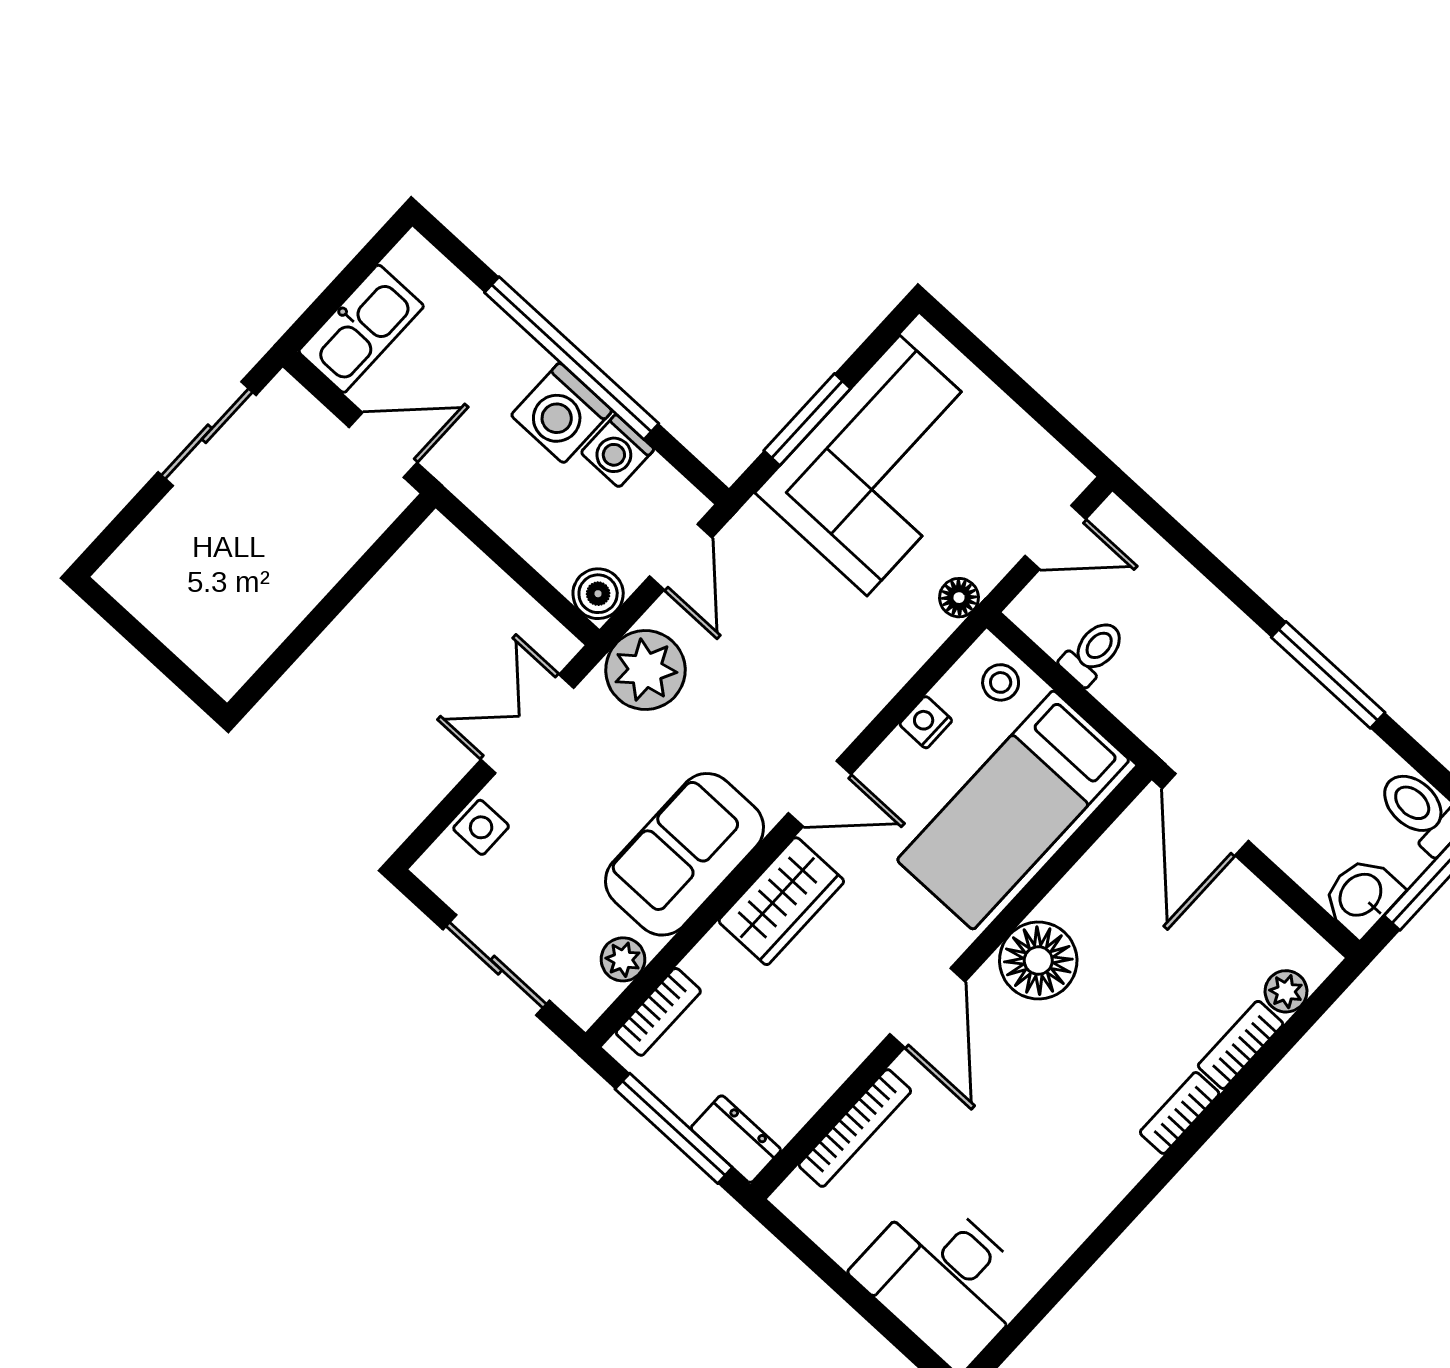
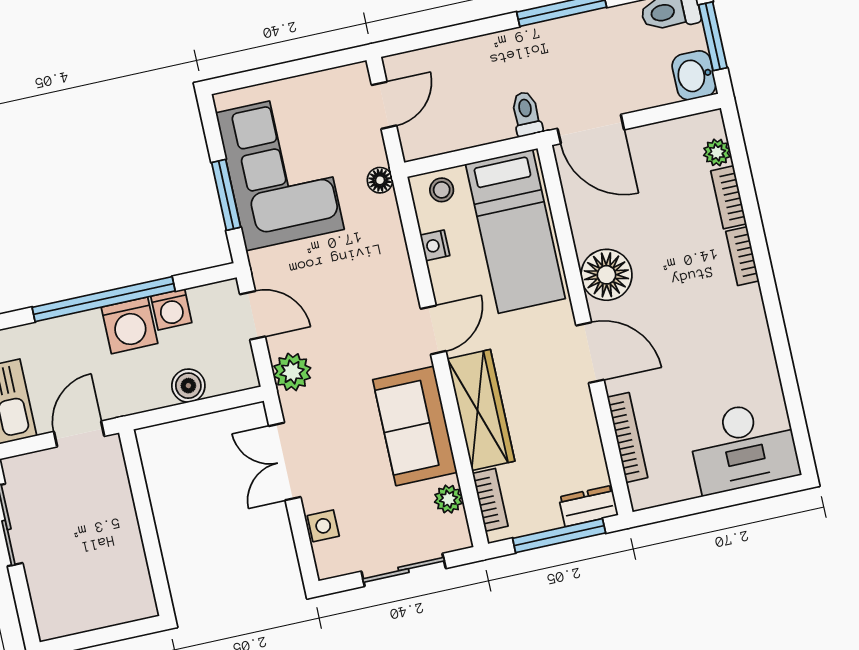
boiler: (598, 594) -> (188, 386), moved
toilet: (1093, 652) -> (526, 114), moved
plant: (645, 670) -> (292, 372), width x0.73, depth x0.73
wardrobe: (781, 901) -> (481, 410), width x1.50

